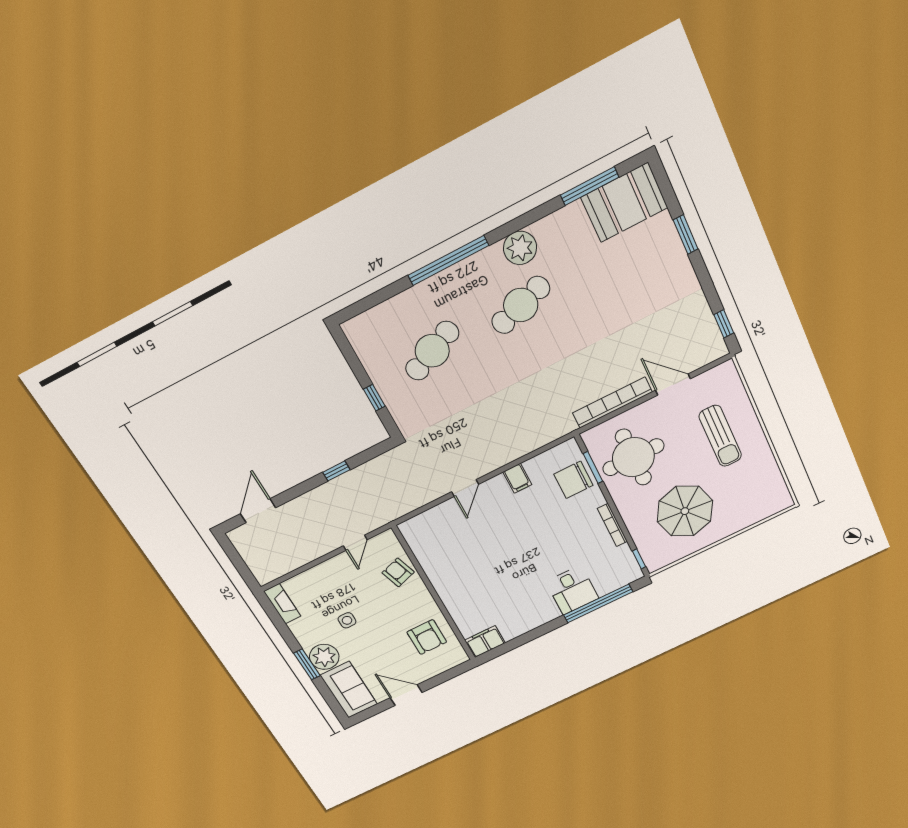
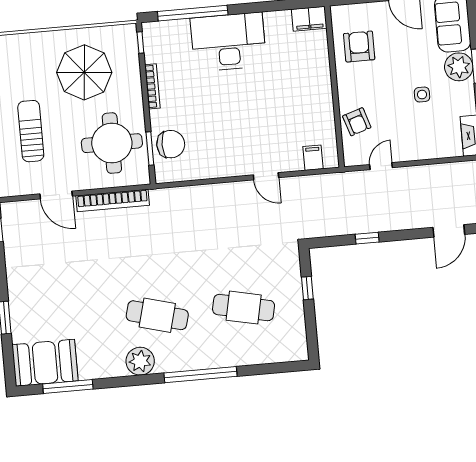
cafe table: (521, 305) -> (157, 315), turned 33
cafe table: (432, 351) -> (244, 308), turned 36
filing cabinet: (517, 478) -> (313, 158), moved
door: (465, 488) -> (266, 176), swing flipped
desk: (572, 590) -> (228, 42), width x1.87, depth x1.30

